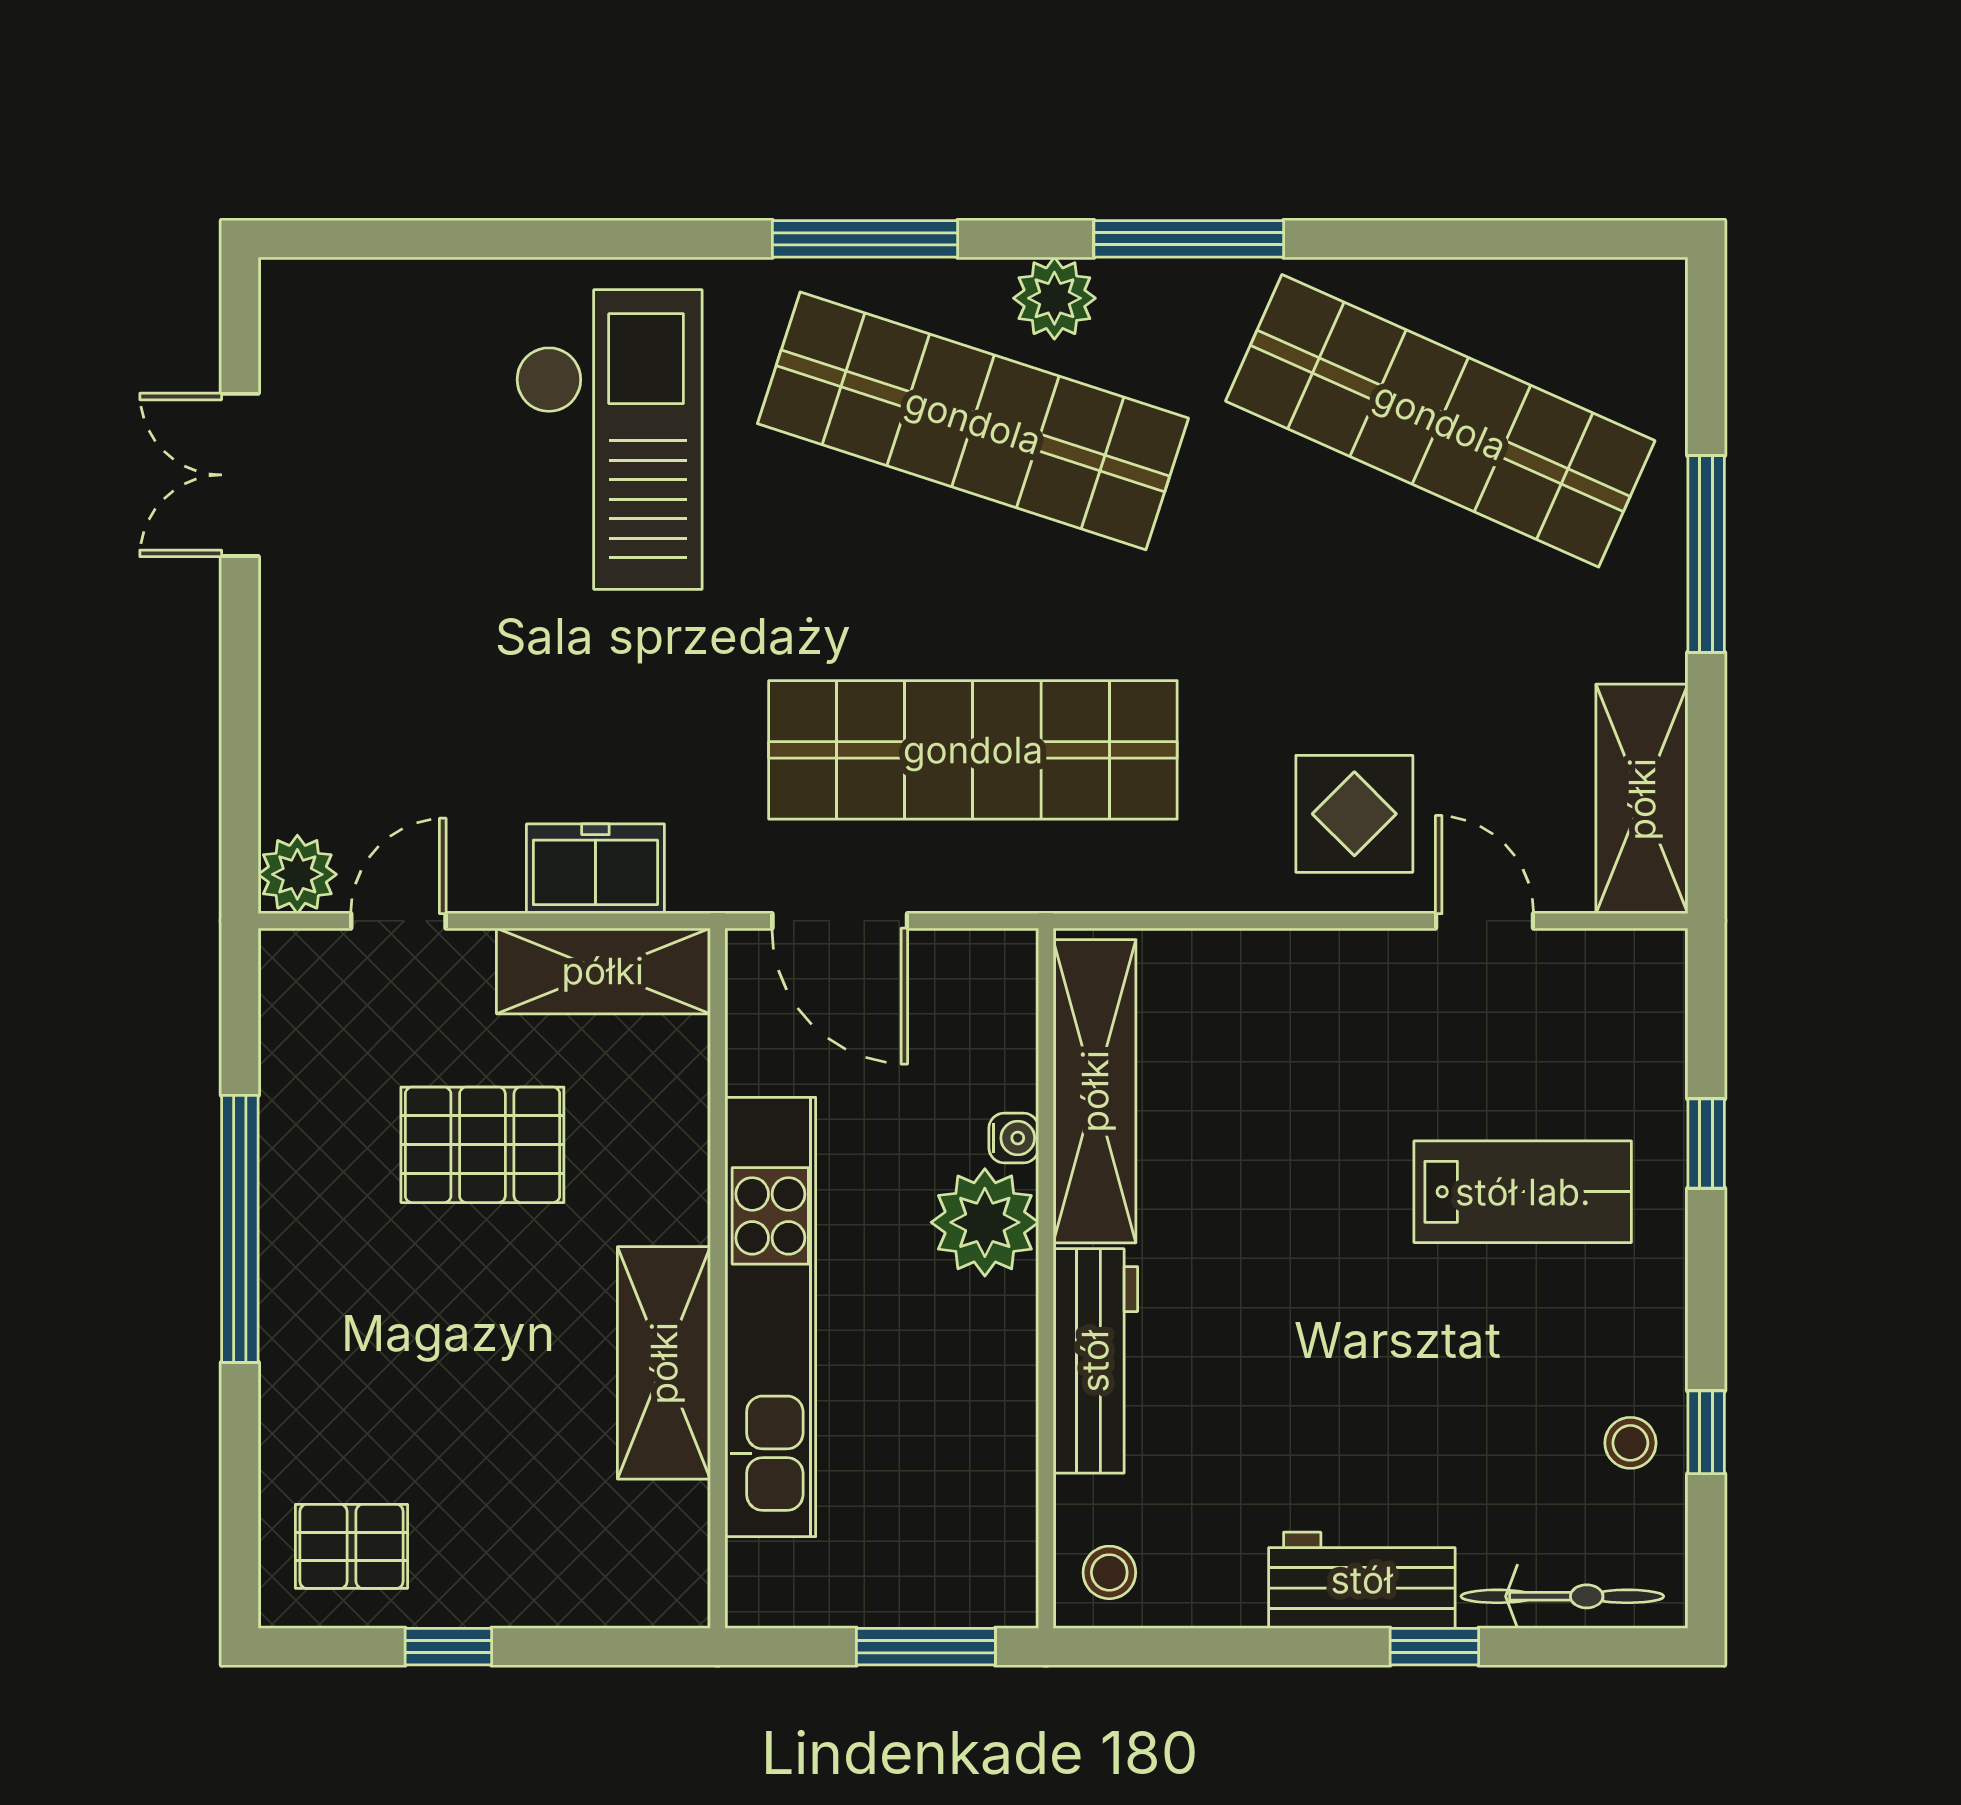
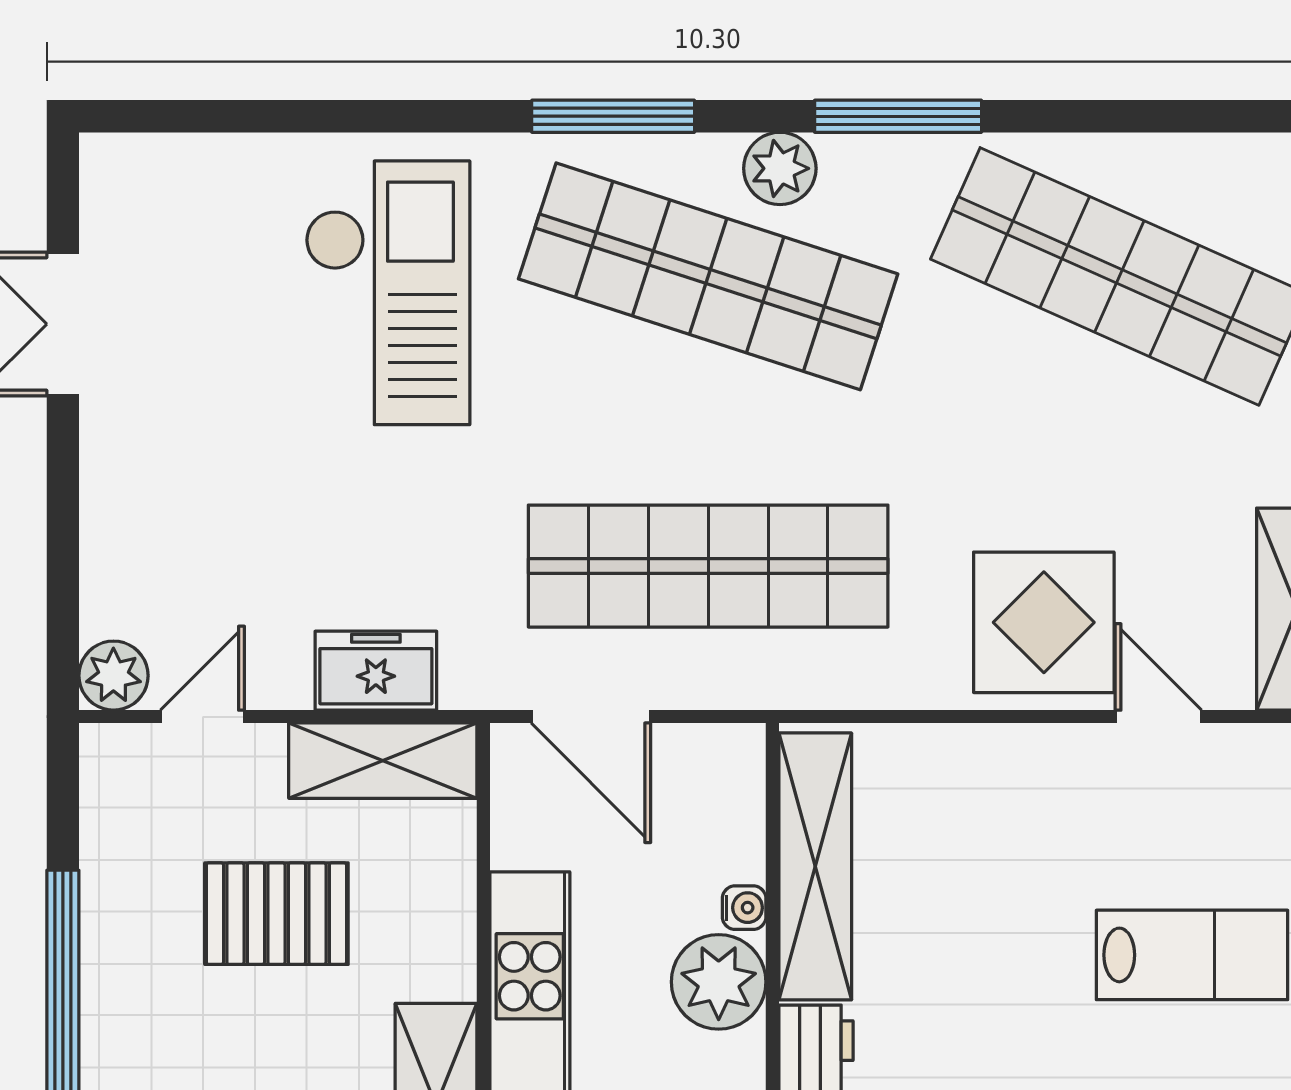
display table: (1354, 814) -> (1044, 622), width x1.36, depth x1.36

